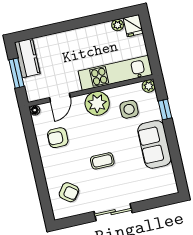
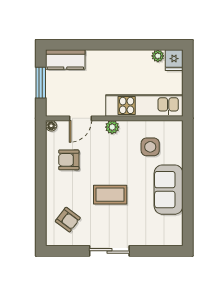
kitchen counter: (27, 58) -> (65, 60), moved, turned 90
plant: (149, 86) -> (176, 127), removed
plant: (97, 103) -> (112, 127), width x0.53, depth x0.53
window: (165, 110) -> (188, 155), removed
coffee table: (102, 161) -> (110, 195), width x1.36, depth x1.30

